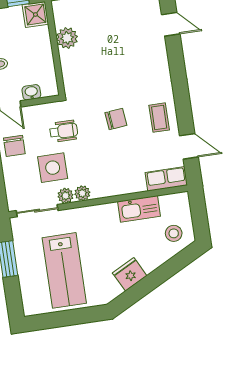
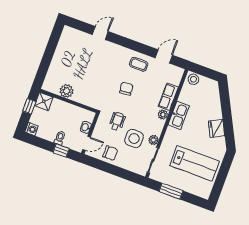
door: (171, 24) -> (100, 33), moved
row of seats: (166, 179) -> (168, 97), moved
plant: (82, 193) -> (163, 115), moved
kitchen sink: (139, 209) -> (179, 115), moved
stool: (174, 233) -> (193, 79), moved

